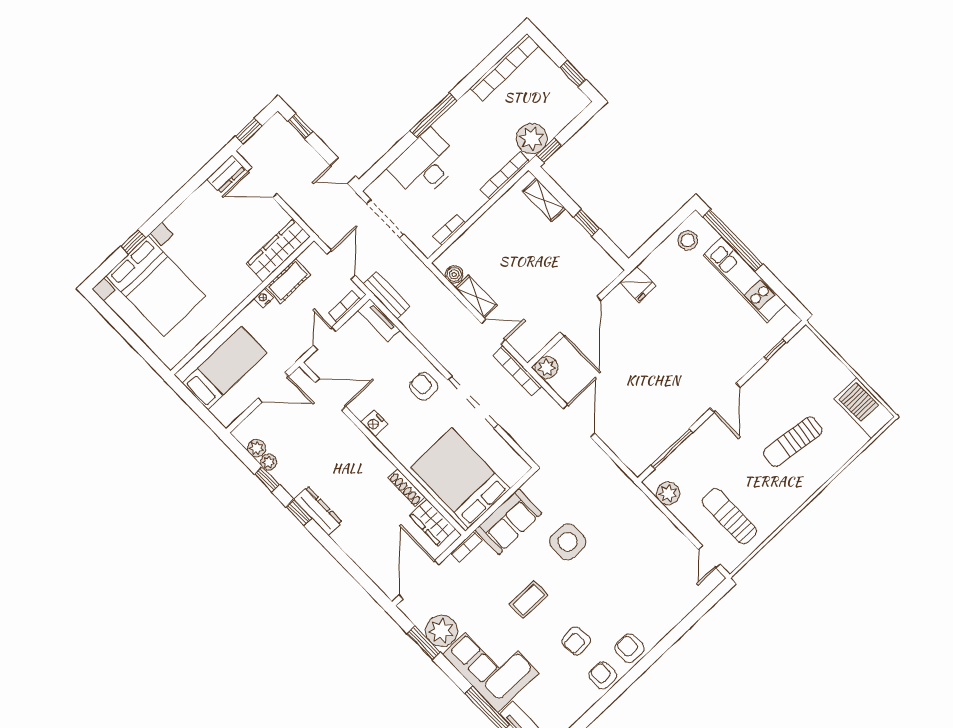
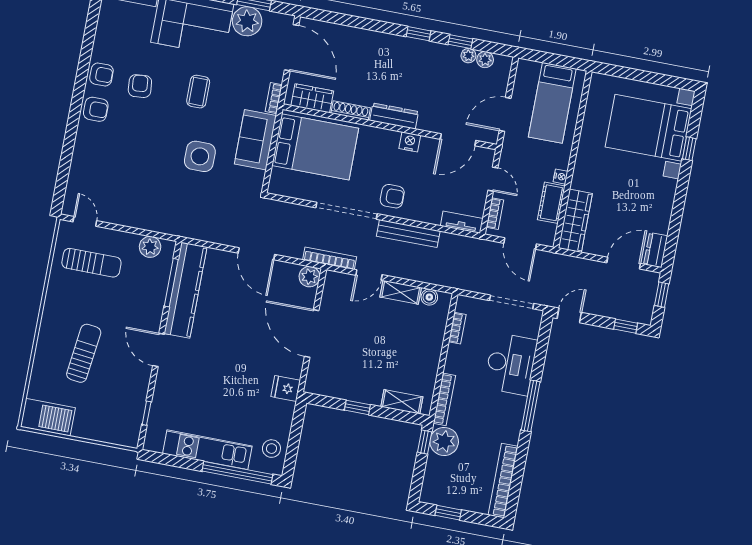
bench: (387, 295) -> (408, 234), moved, width x1.36
kitchen counter: (664, 433) -> (185, 290), added
dresser: (318, 511) -> (394, 116), moved, turned 180

